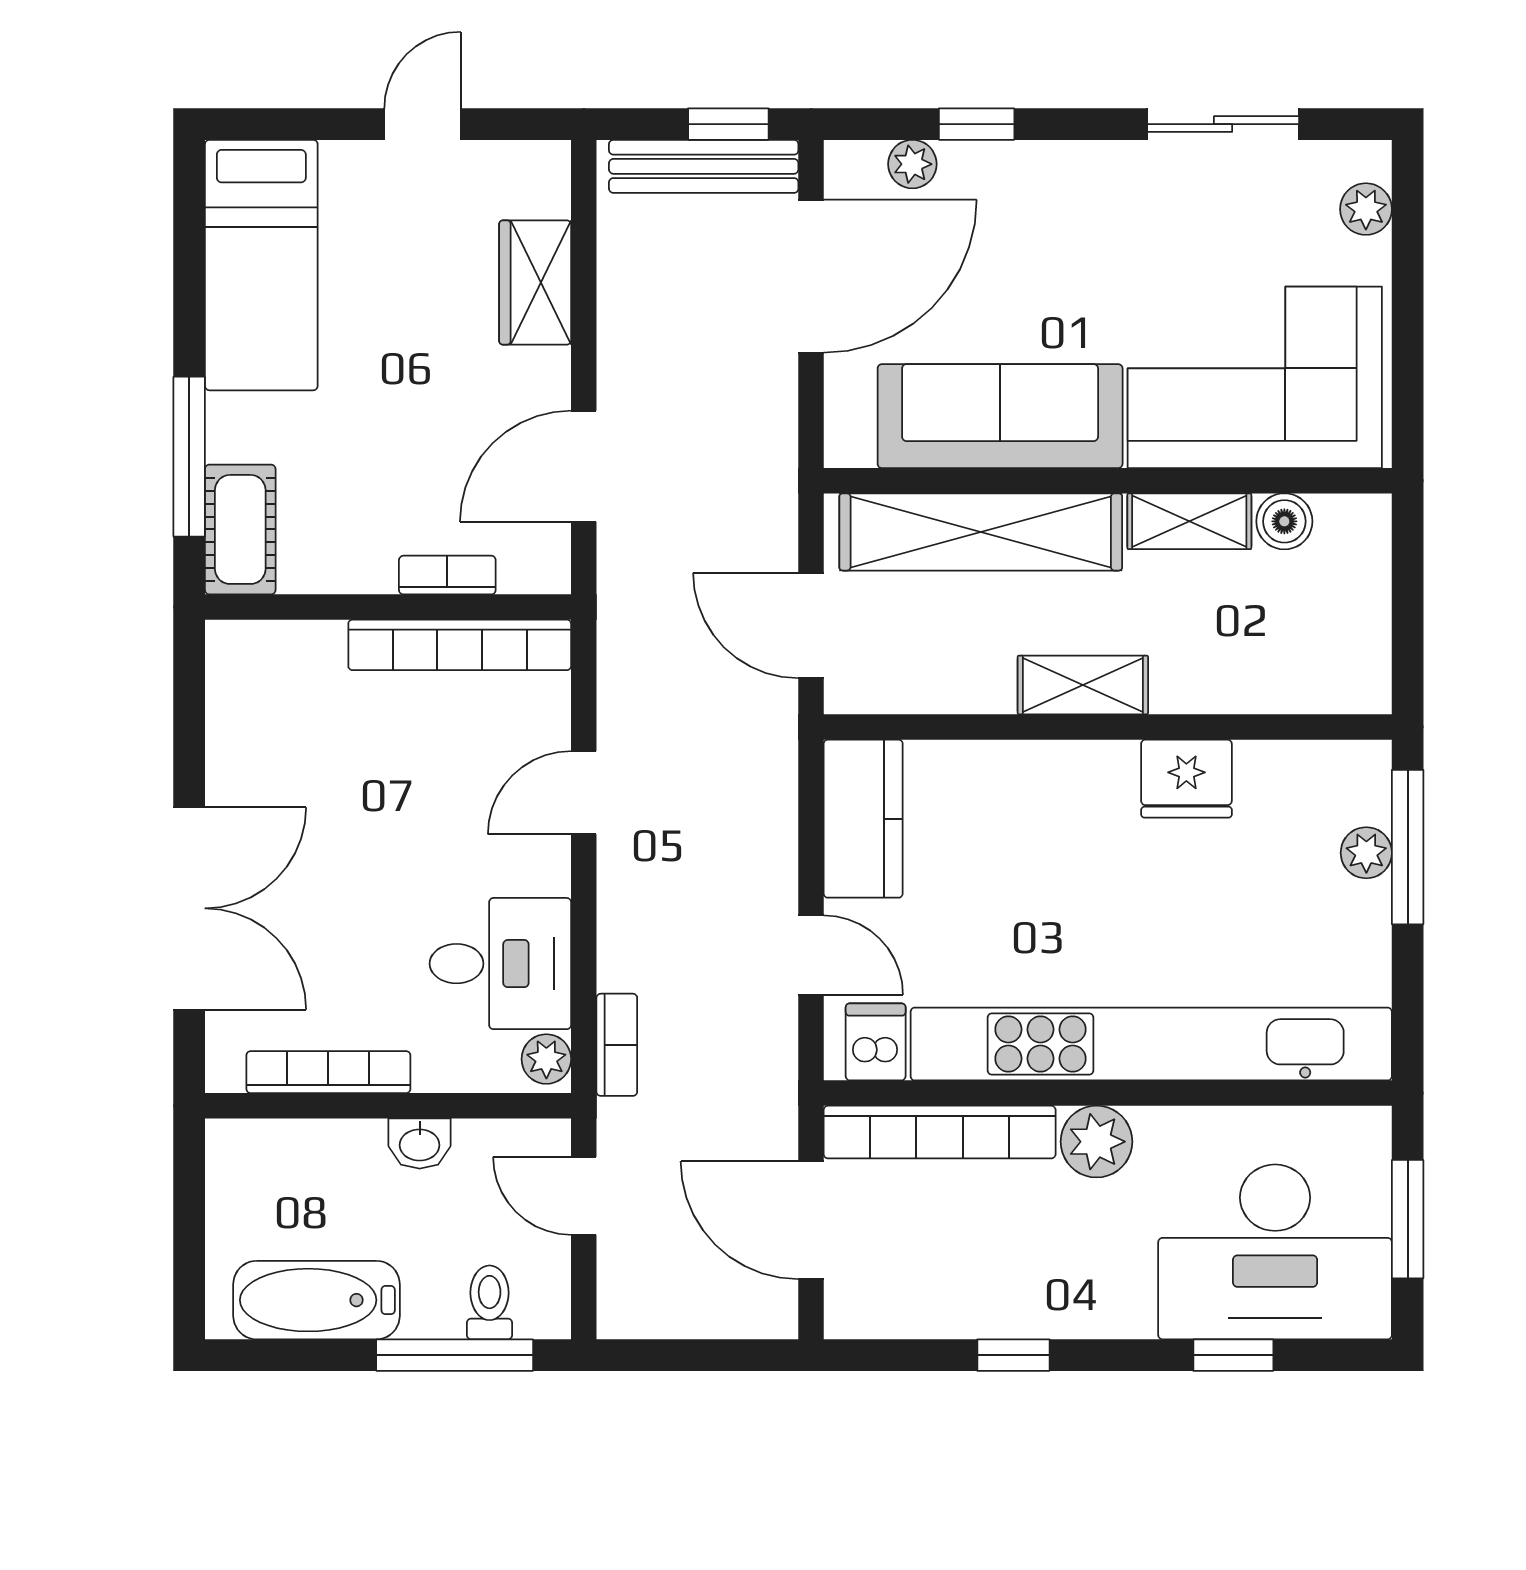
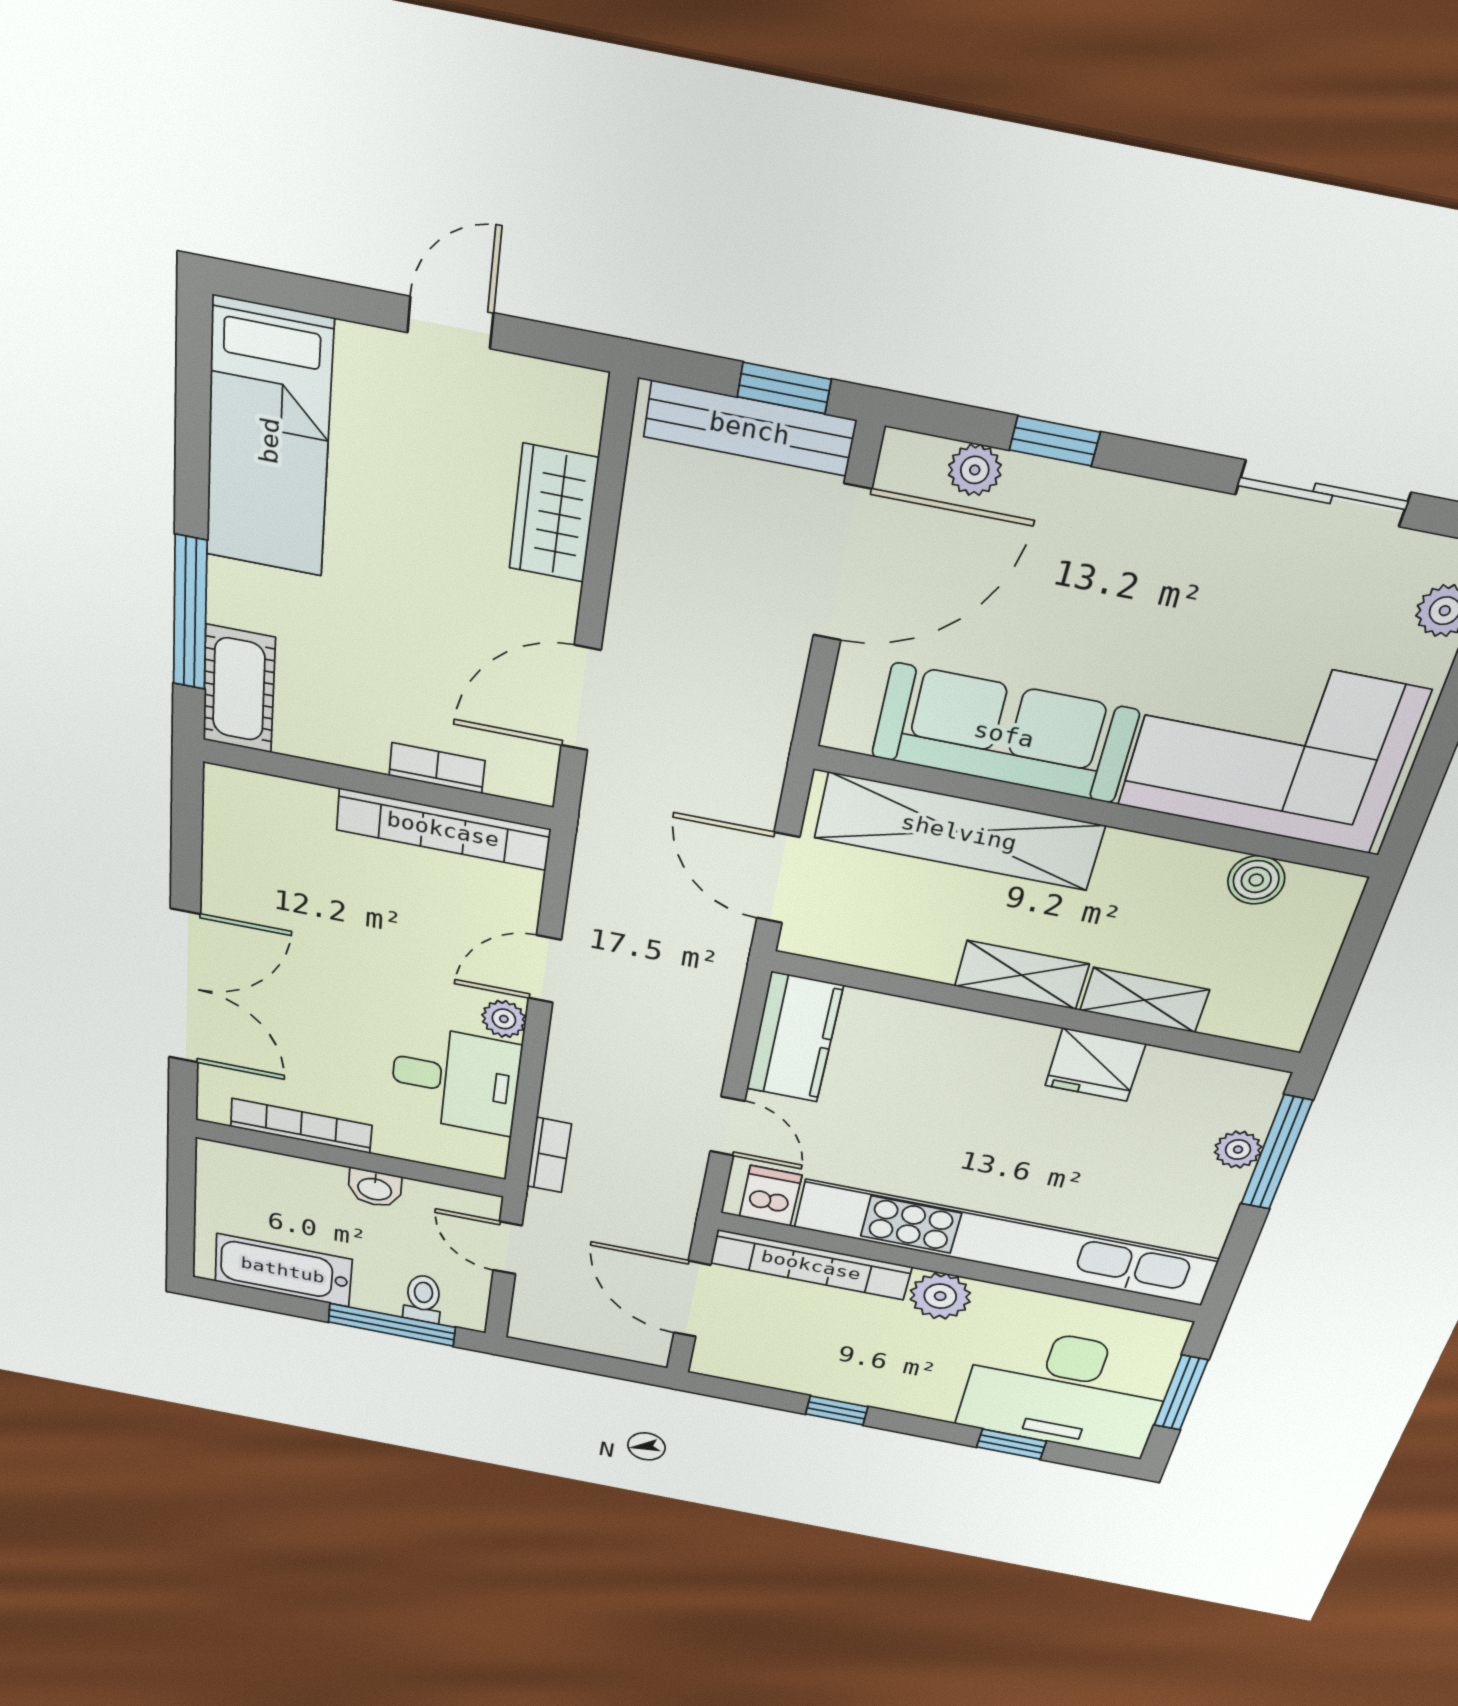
shelving: (1189, 521) -> (1144, 1000), moved
plant: (546, 1059) -> (504, 1019), moved

